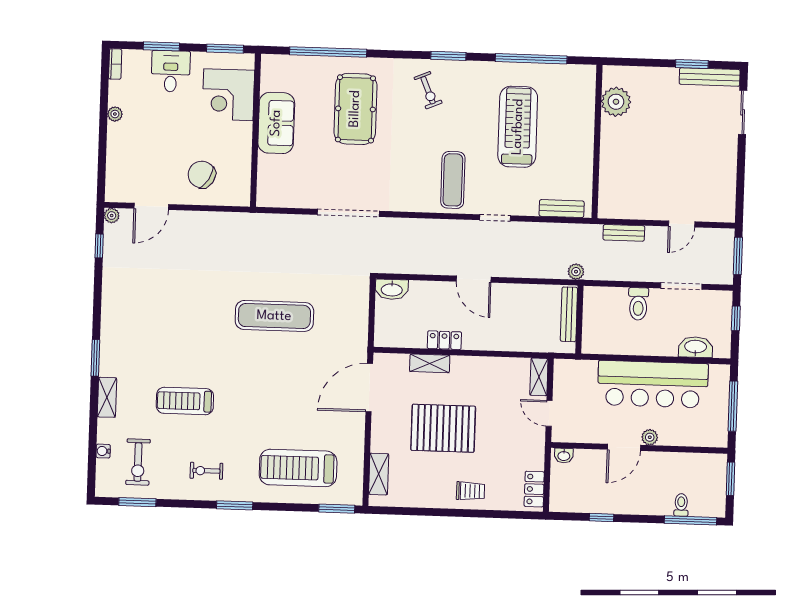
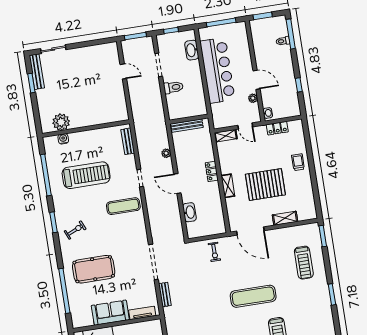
water cooler: (587, 100) -> (63, 139), added
treadmill: (518, 127) -> (86, 175), turned 180
tv unit: (265, 177) -> (142, 313), added
bench: (624, 233) -> (165, 295), moved
plant: (576, 272) -> (166, 153), moved
door: (474, 279) -> (177, 183), swing flipped
washbasin: (392, 289) -> (189, 212), moved
exercise mat: (274, 316) -> (253, 296), moved, turned 90
locker: (444, 340) -> (212, 171), moved
shelving: (430, 363) -> (228, 186), moved
door: (549, 413) -> (245, 126), hinge flipped
pallet: (443, 428) -> (265, 185), turned 90
plant: (650, 437) -> (253, 98), moved
treadmill: (298, 468) -> (304, 263), width x0.73, depth x0.73
exercise bike: (206, 471) -> (214, 252), moved
shelving: (379, 474) -> (285, 218), moved
locker: (534, 489) -> (277, 128), moved

